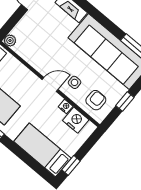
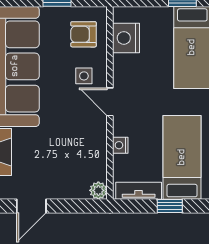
nightstand: (66, 107) -> (120, 145), moved

